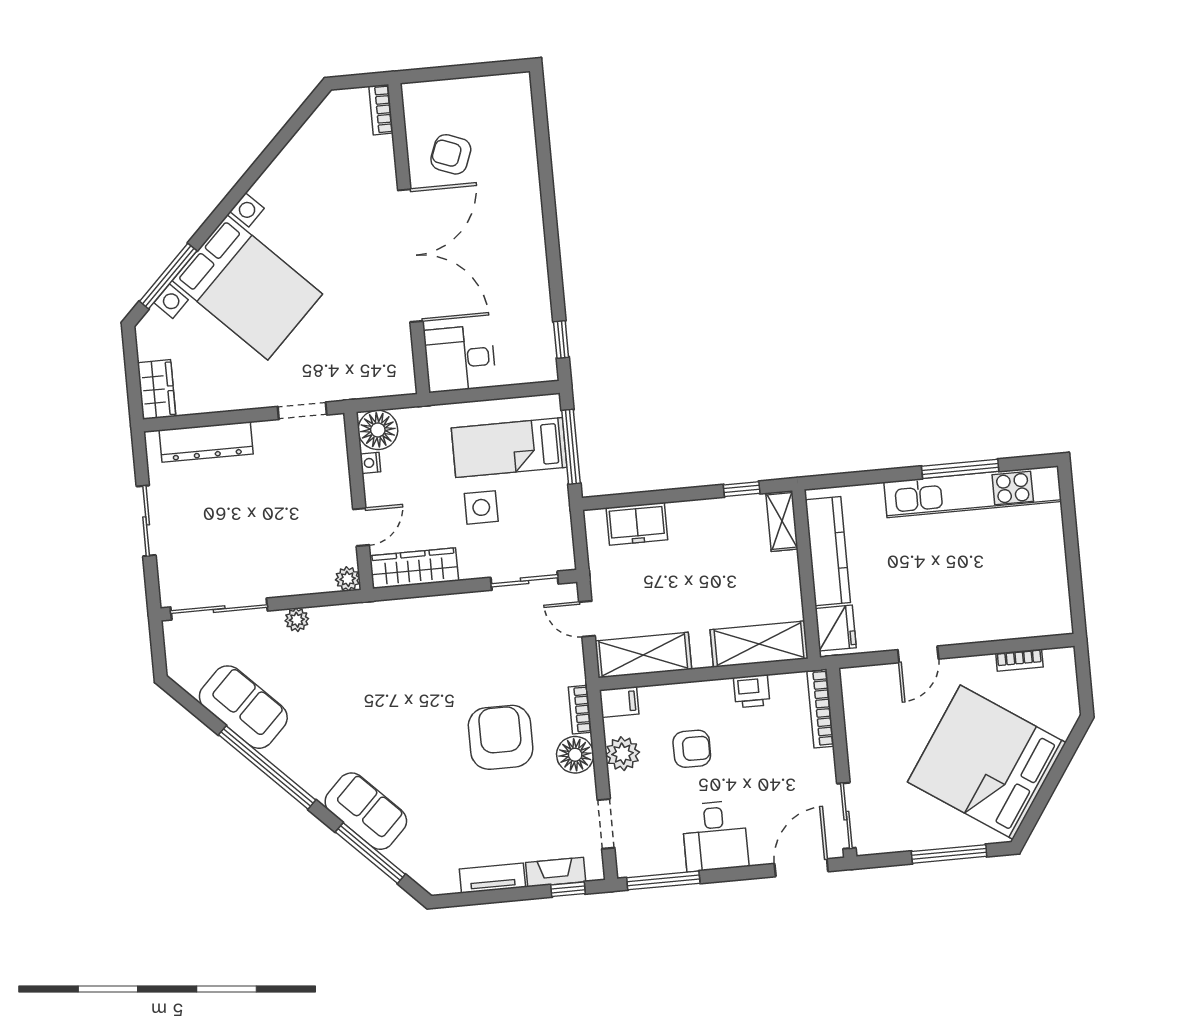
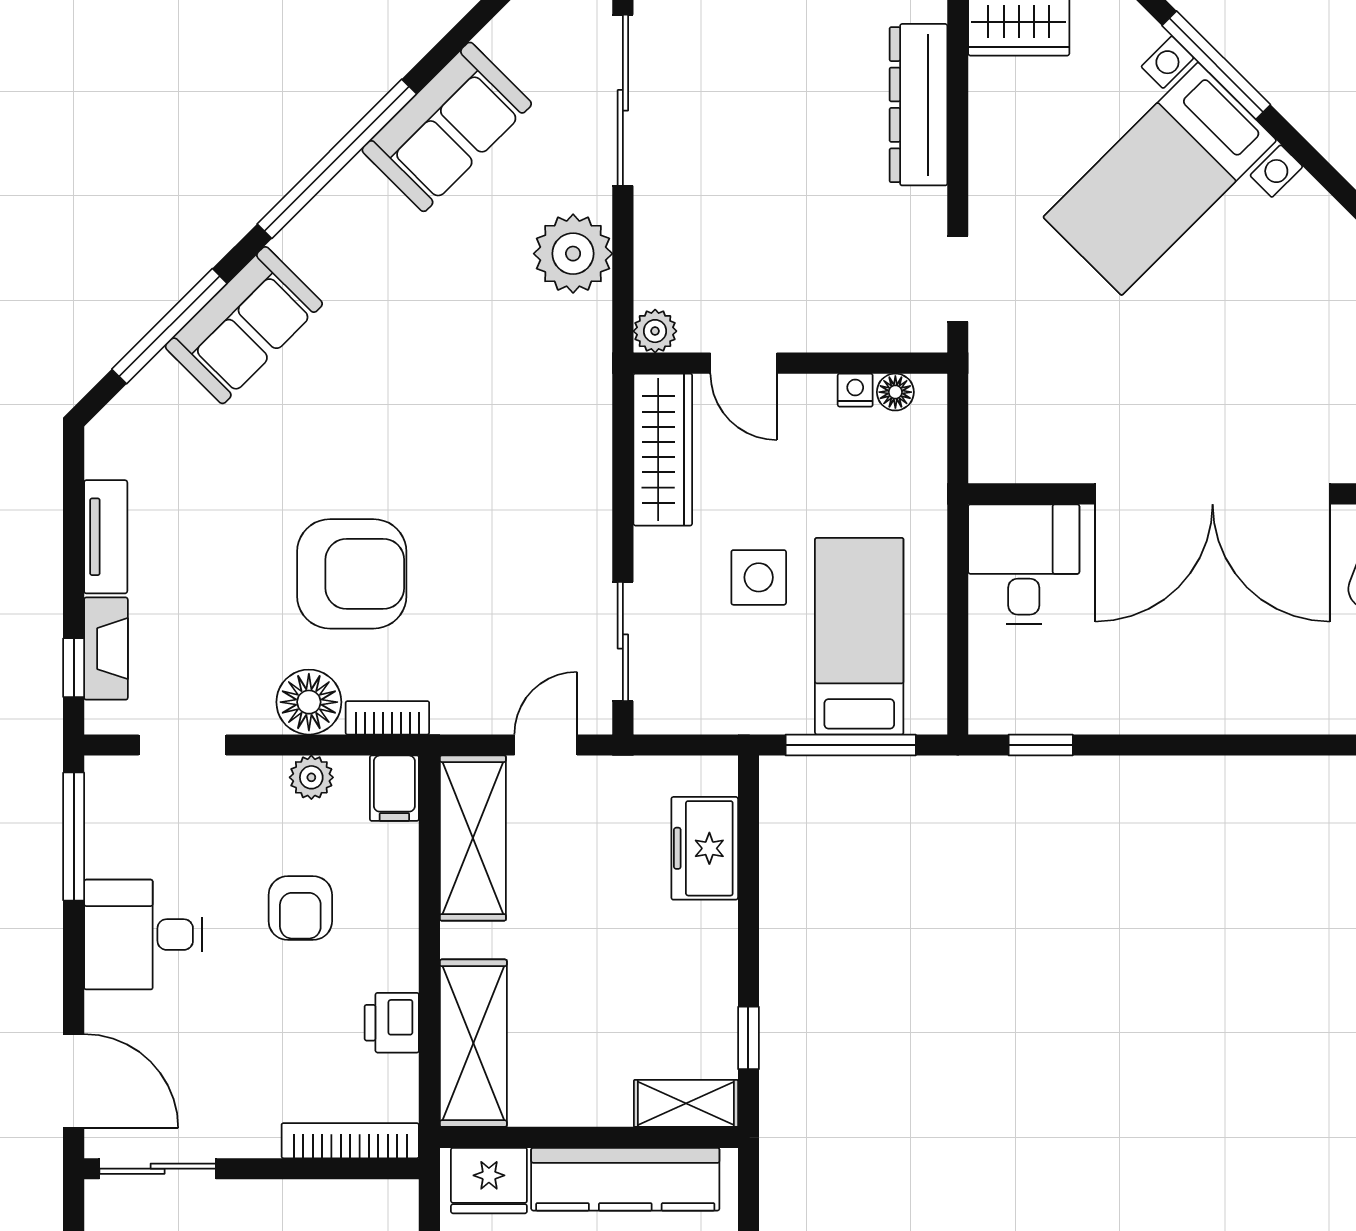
bed with nightstands: (247, 287) -> (1160, 179), width x0.73
floor lamp: (378, 430) -> (895, 392), width x0.53, depth x0.53
plant: (297, 620) -> (573, 254), width x1.87, depth x1.87
plant: (623, 754) -> (311, 777), width x0.73, depth x0.73

